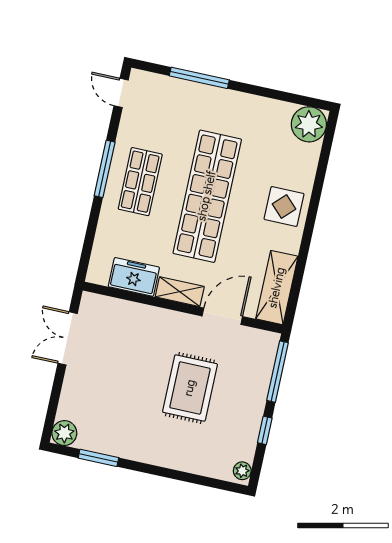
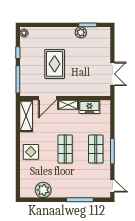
plant: (309, 124) -> (43, 190), moved
shop shelf: (207, 196) -> (65, 149), width x0.50, depth x0.74
plant: (64, 433) -> (81, 32), moved

